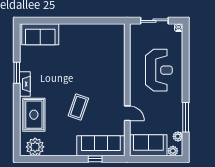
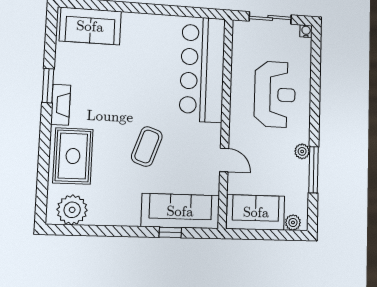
bar counter: (111, 57) -> (202, 69), added
plant: (178, 136) -> (302, 151), moved

